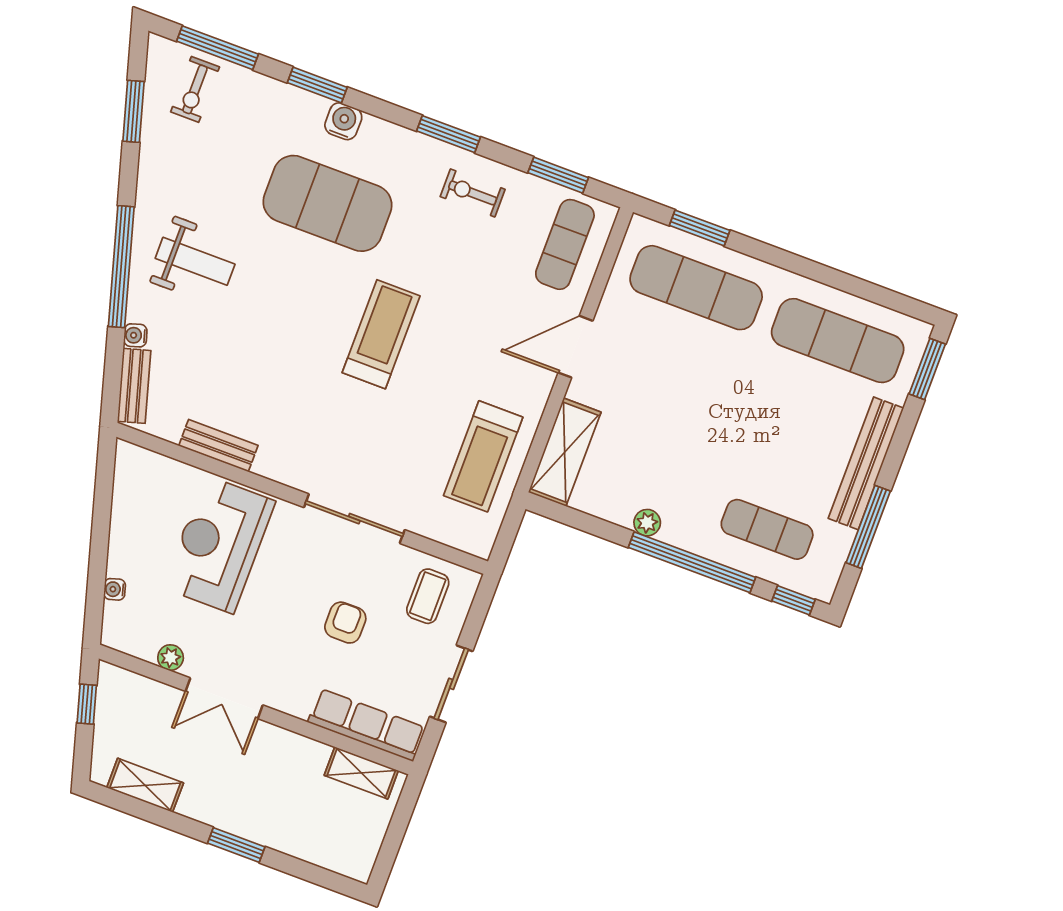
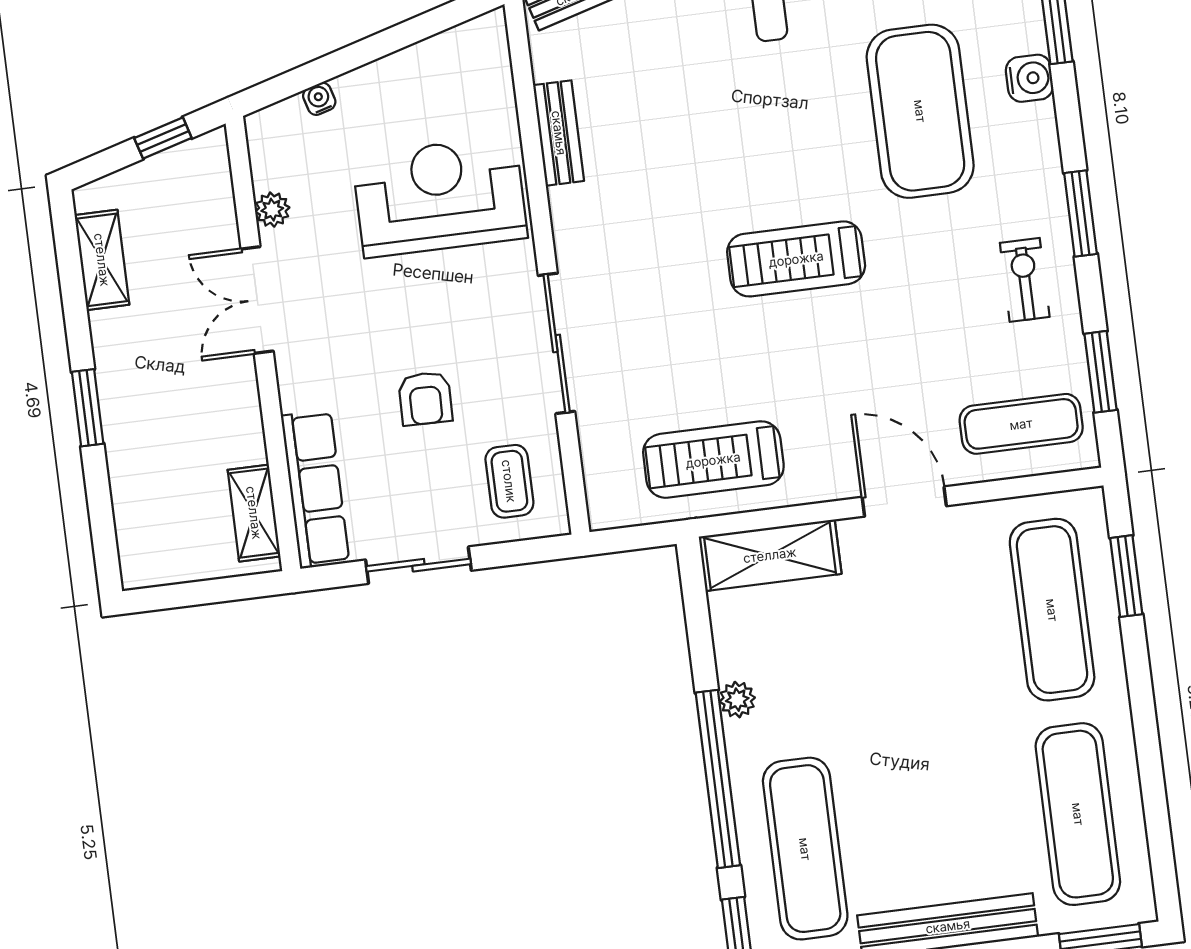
treadmill: (381, 334) -> (796, 259), turned 180
exercise mat: (767, 529) -> (805, 849), width x1.36, depth x1.45
coffee table: (428, 596) -> (509, 481), turned 90
armchair: (345, 623) -> (425, 398), turned 91

